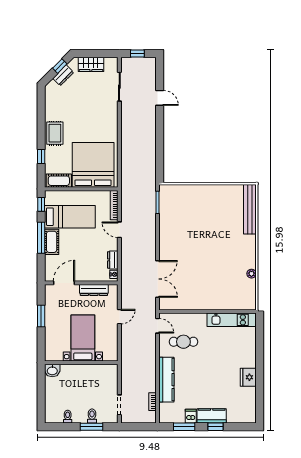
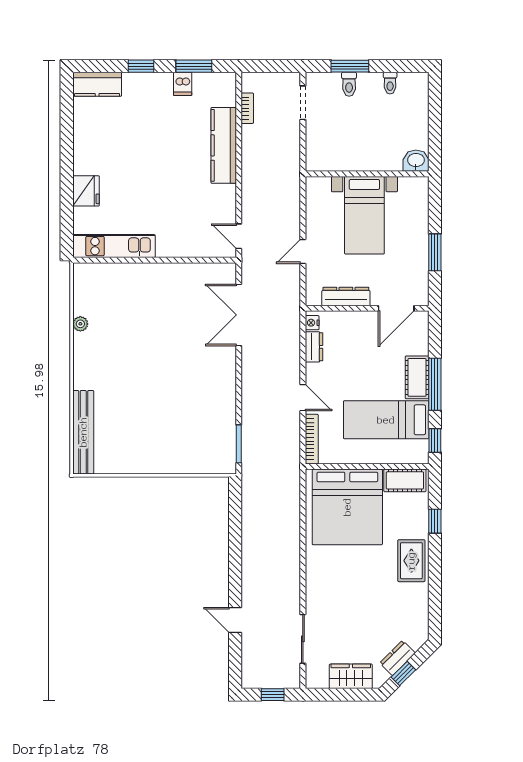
cafe table: (183, 342) -> (195, 209), removed
fridge: (248, 377) -> (86, 191), moved
kitchen counter: (212, 416) -> (97, 84), moved

